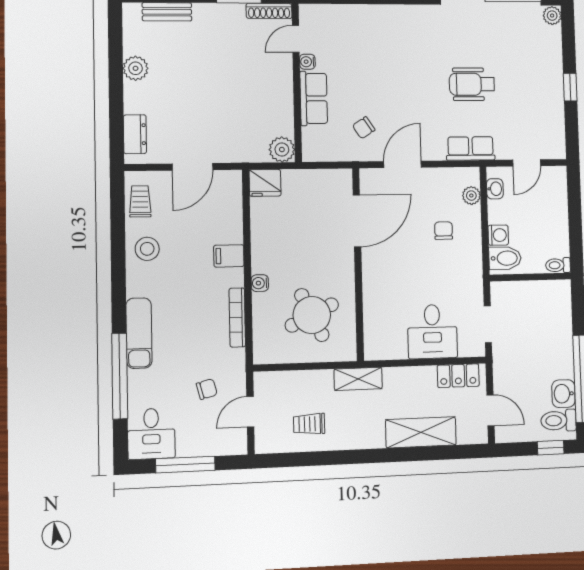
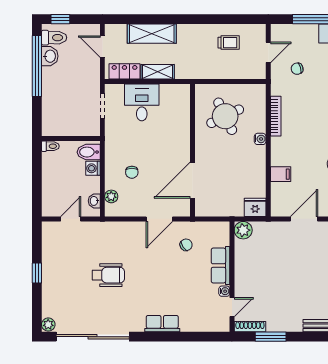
row of seats: (471, 148) -> (162, 324), moved, turned 180
filing cabinet: (229, 256) -> (281, 174), moved
shelving: (358, 379) -> (158, 72), moved

